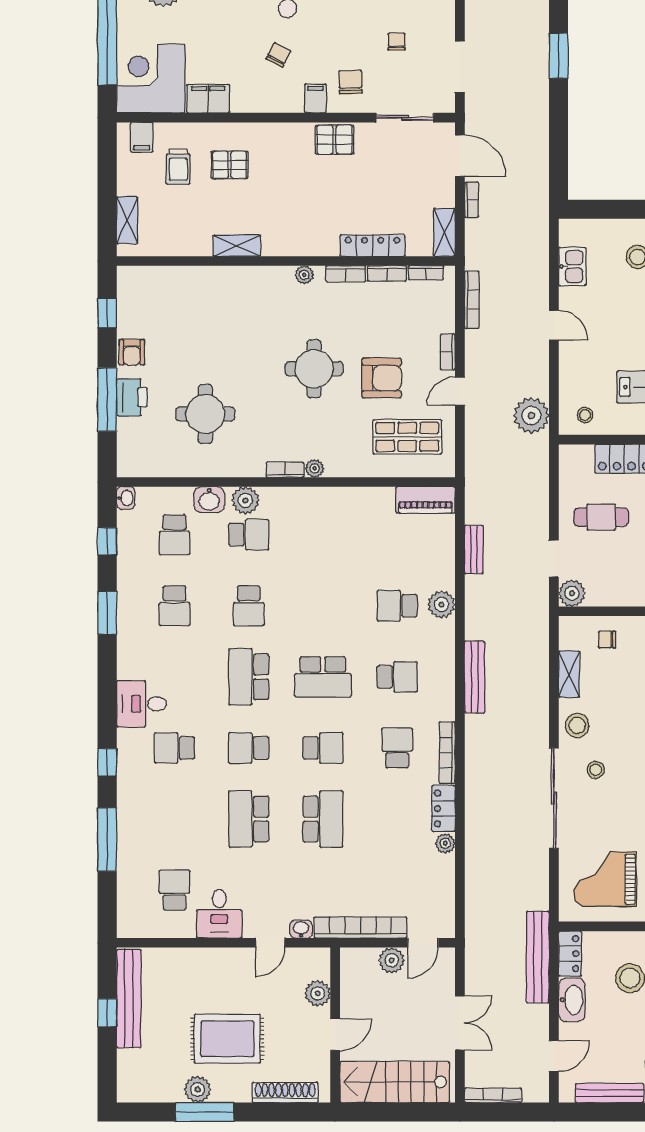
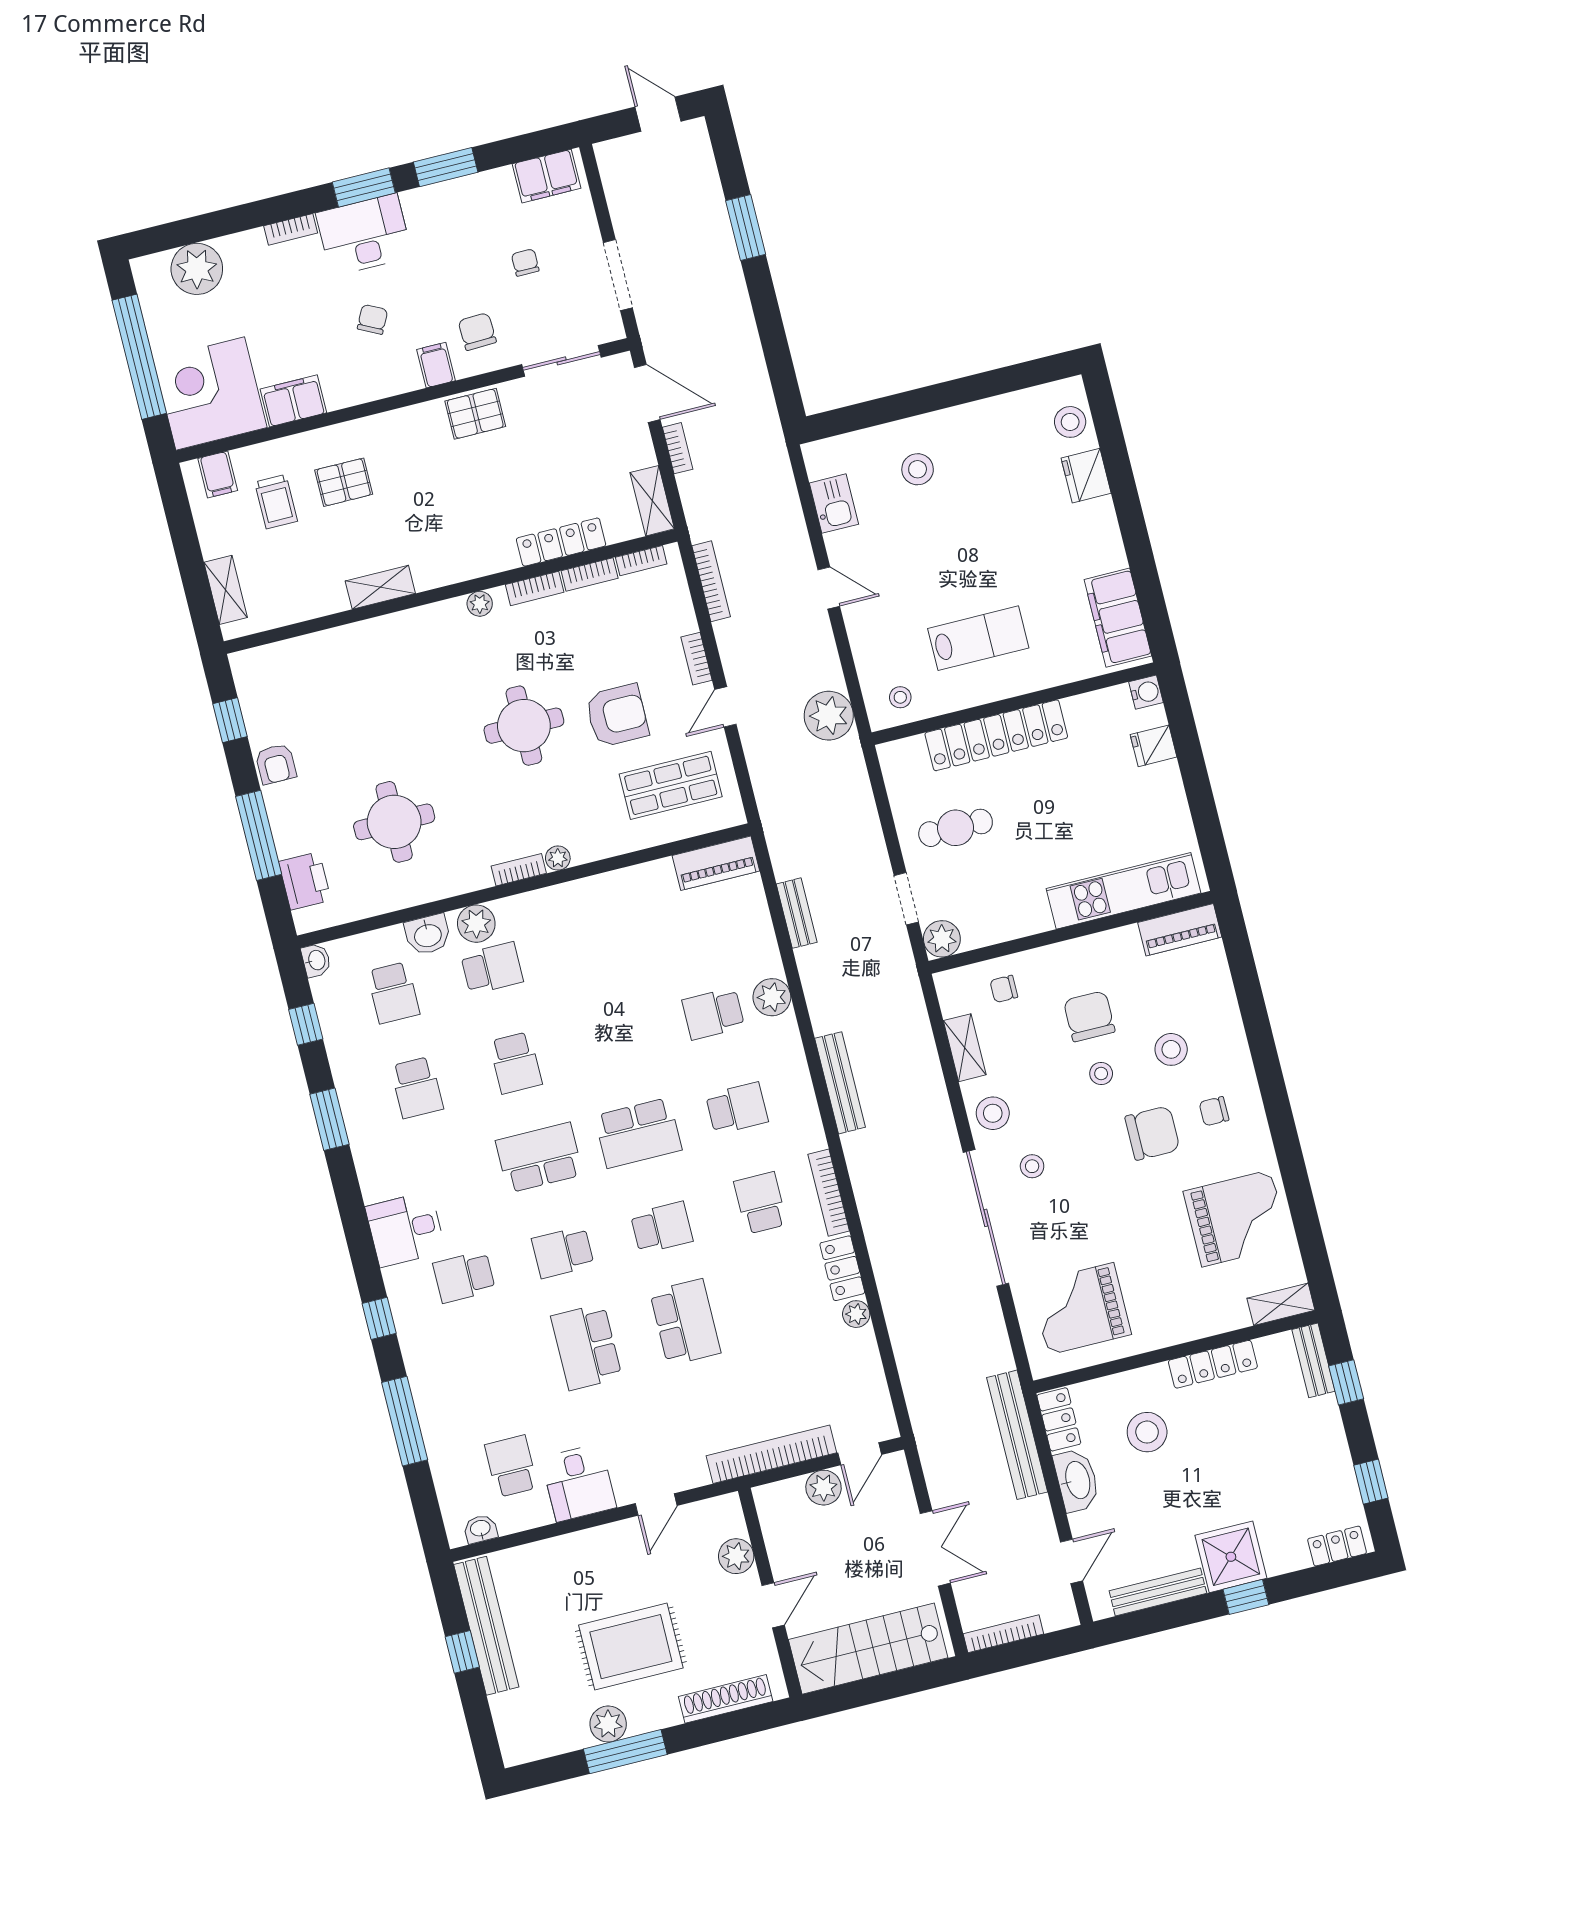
printer: (132, 397) -> (305, 881), moved
school desk: (249, 677) -> (539, 1158), turned 90
washbasin: (301, 929) -> (480, 1529), moved

